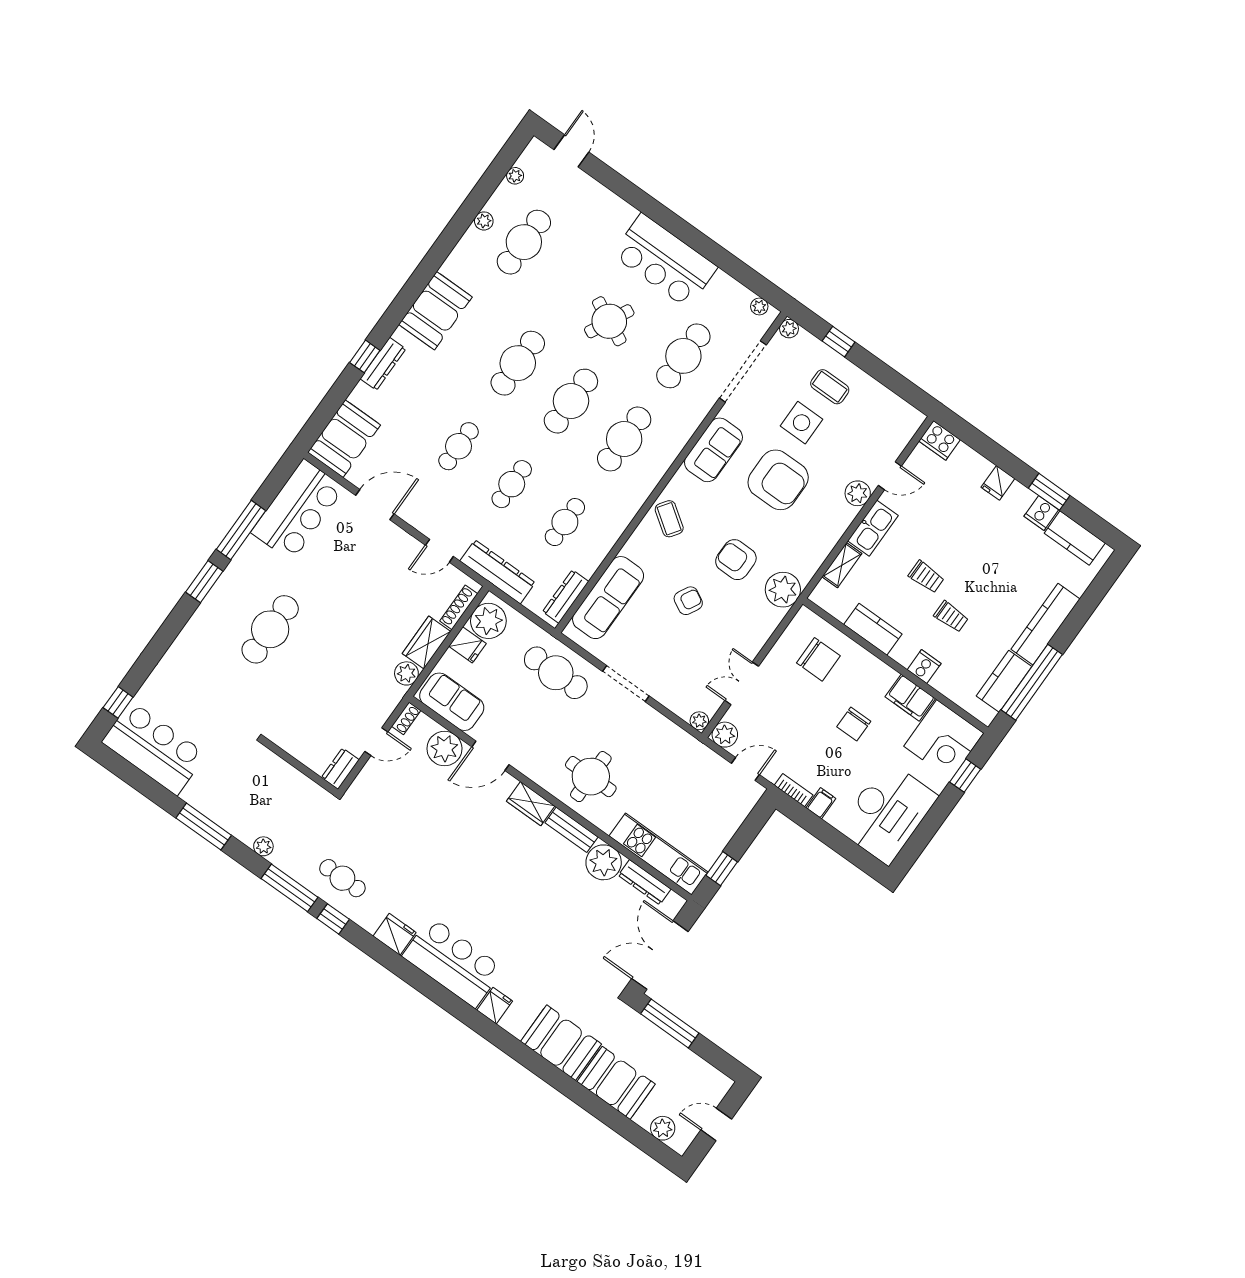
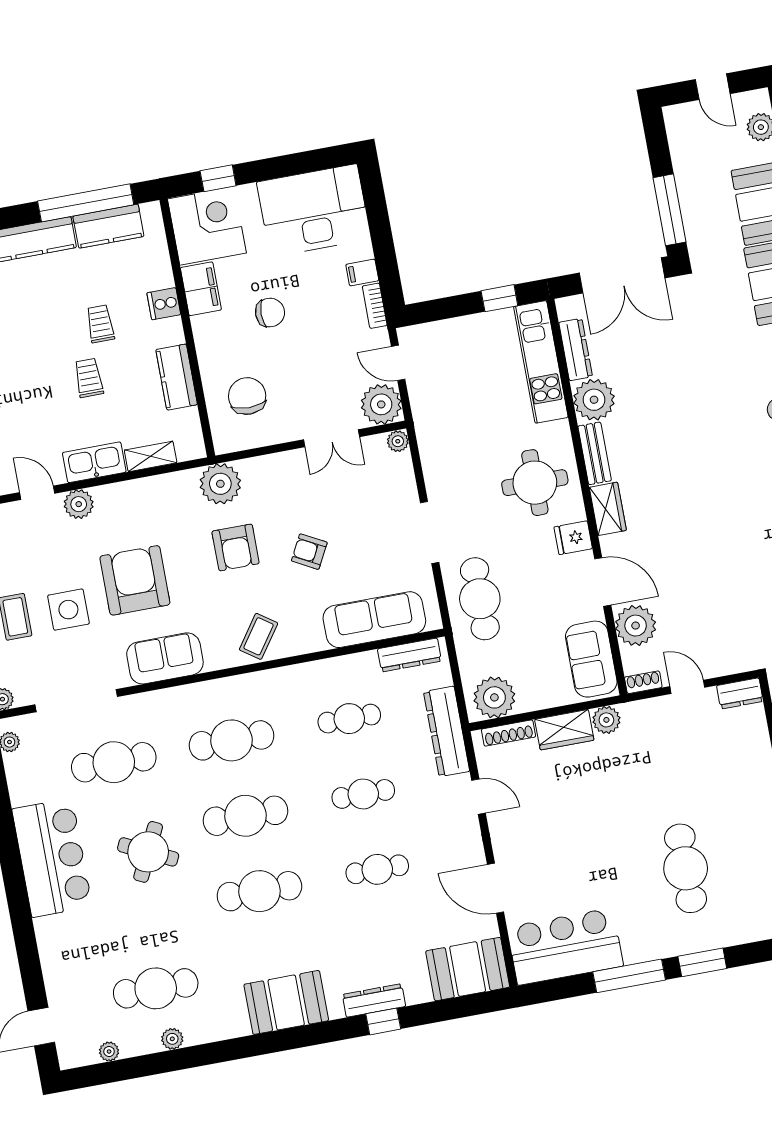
cafe table: (270, 629) -> (686, 868), turned 90
fridge: (467, 645) -> (573, 538), moved, turned -90
plant: (725, 735) -> (381, 404), width x1.36, depth x1.36

